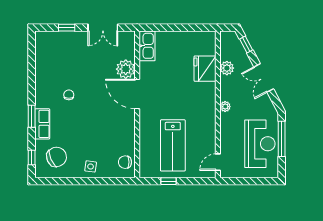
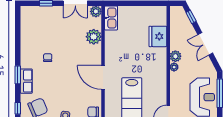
plant: (128, 38) -> (96, 11), added
plant: (227, 68) -> (175, 56), moved
door: (137, 94) -> (103, 77), moved

